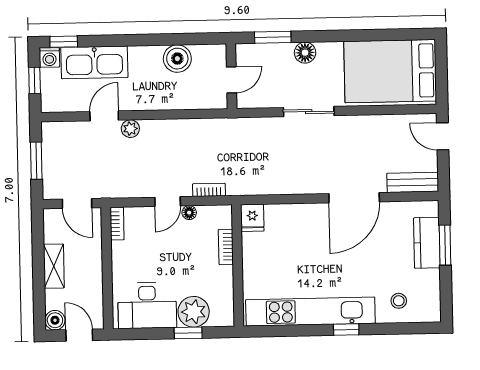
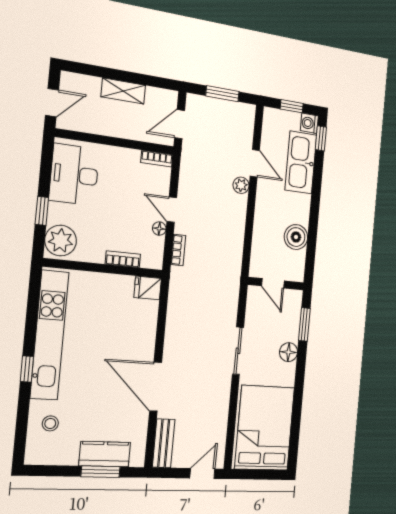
plant: (194, 312) -> (61, 241), moved
boiler: (55, 320) -> (70, 82), removed

